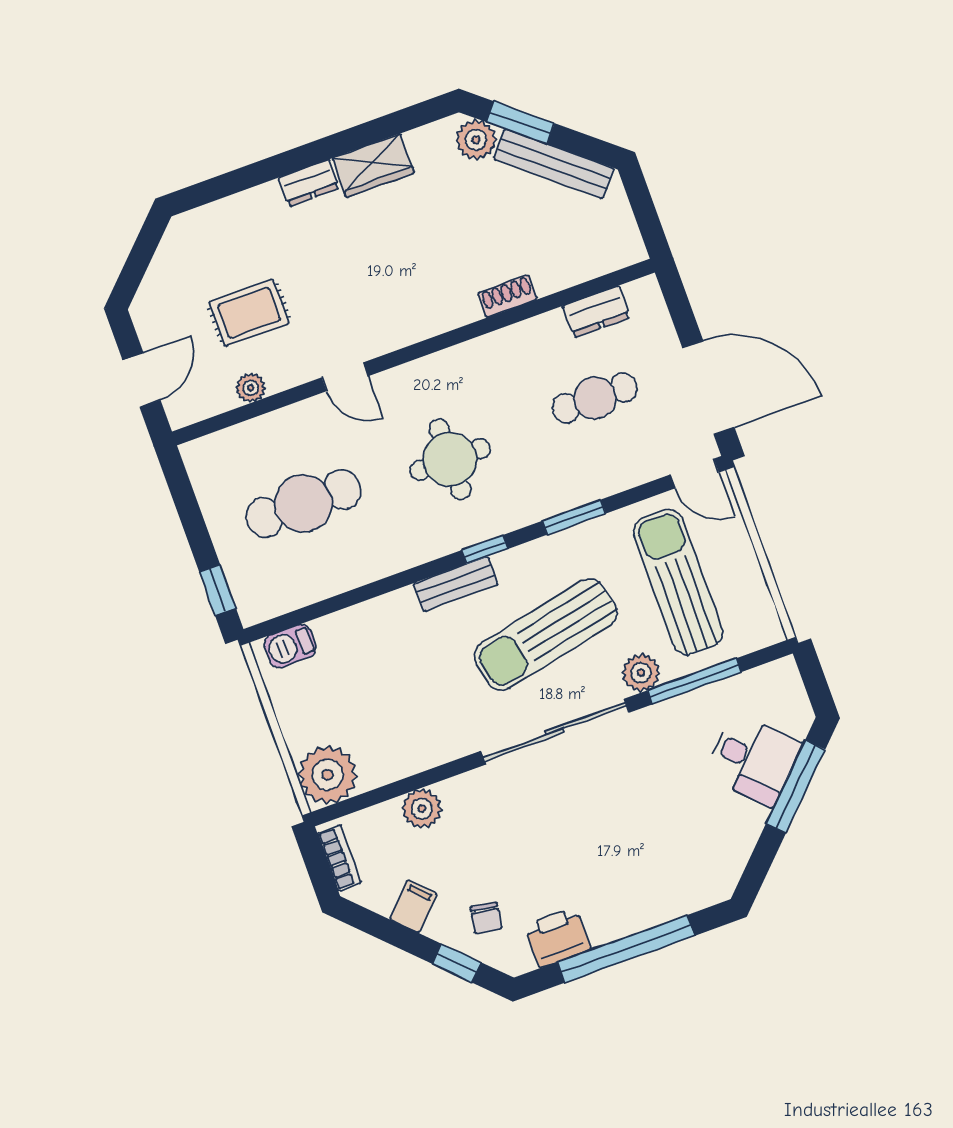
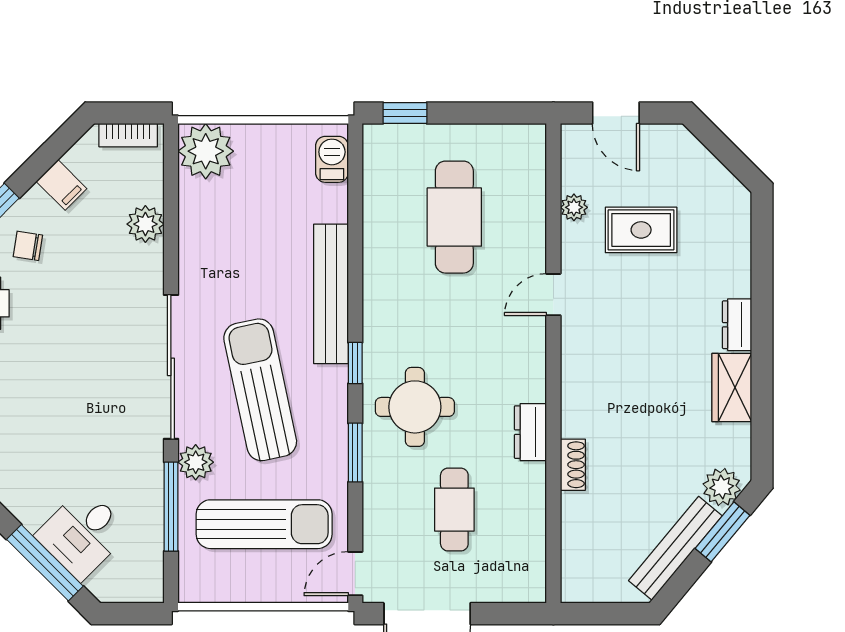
dresser: (596, 312) -> (530, 432), moved
rug: (249, 313) -> (641, 230), turned 90
round table: (450, 459) -> (415, 407), moved
bench: (456, 584) -> (331, 294), width x1.86, depth x1.21

